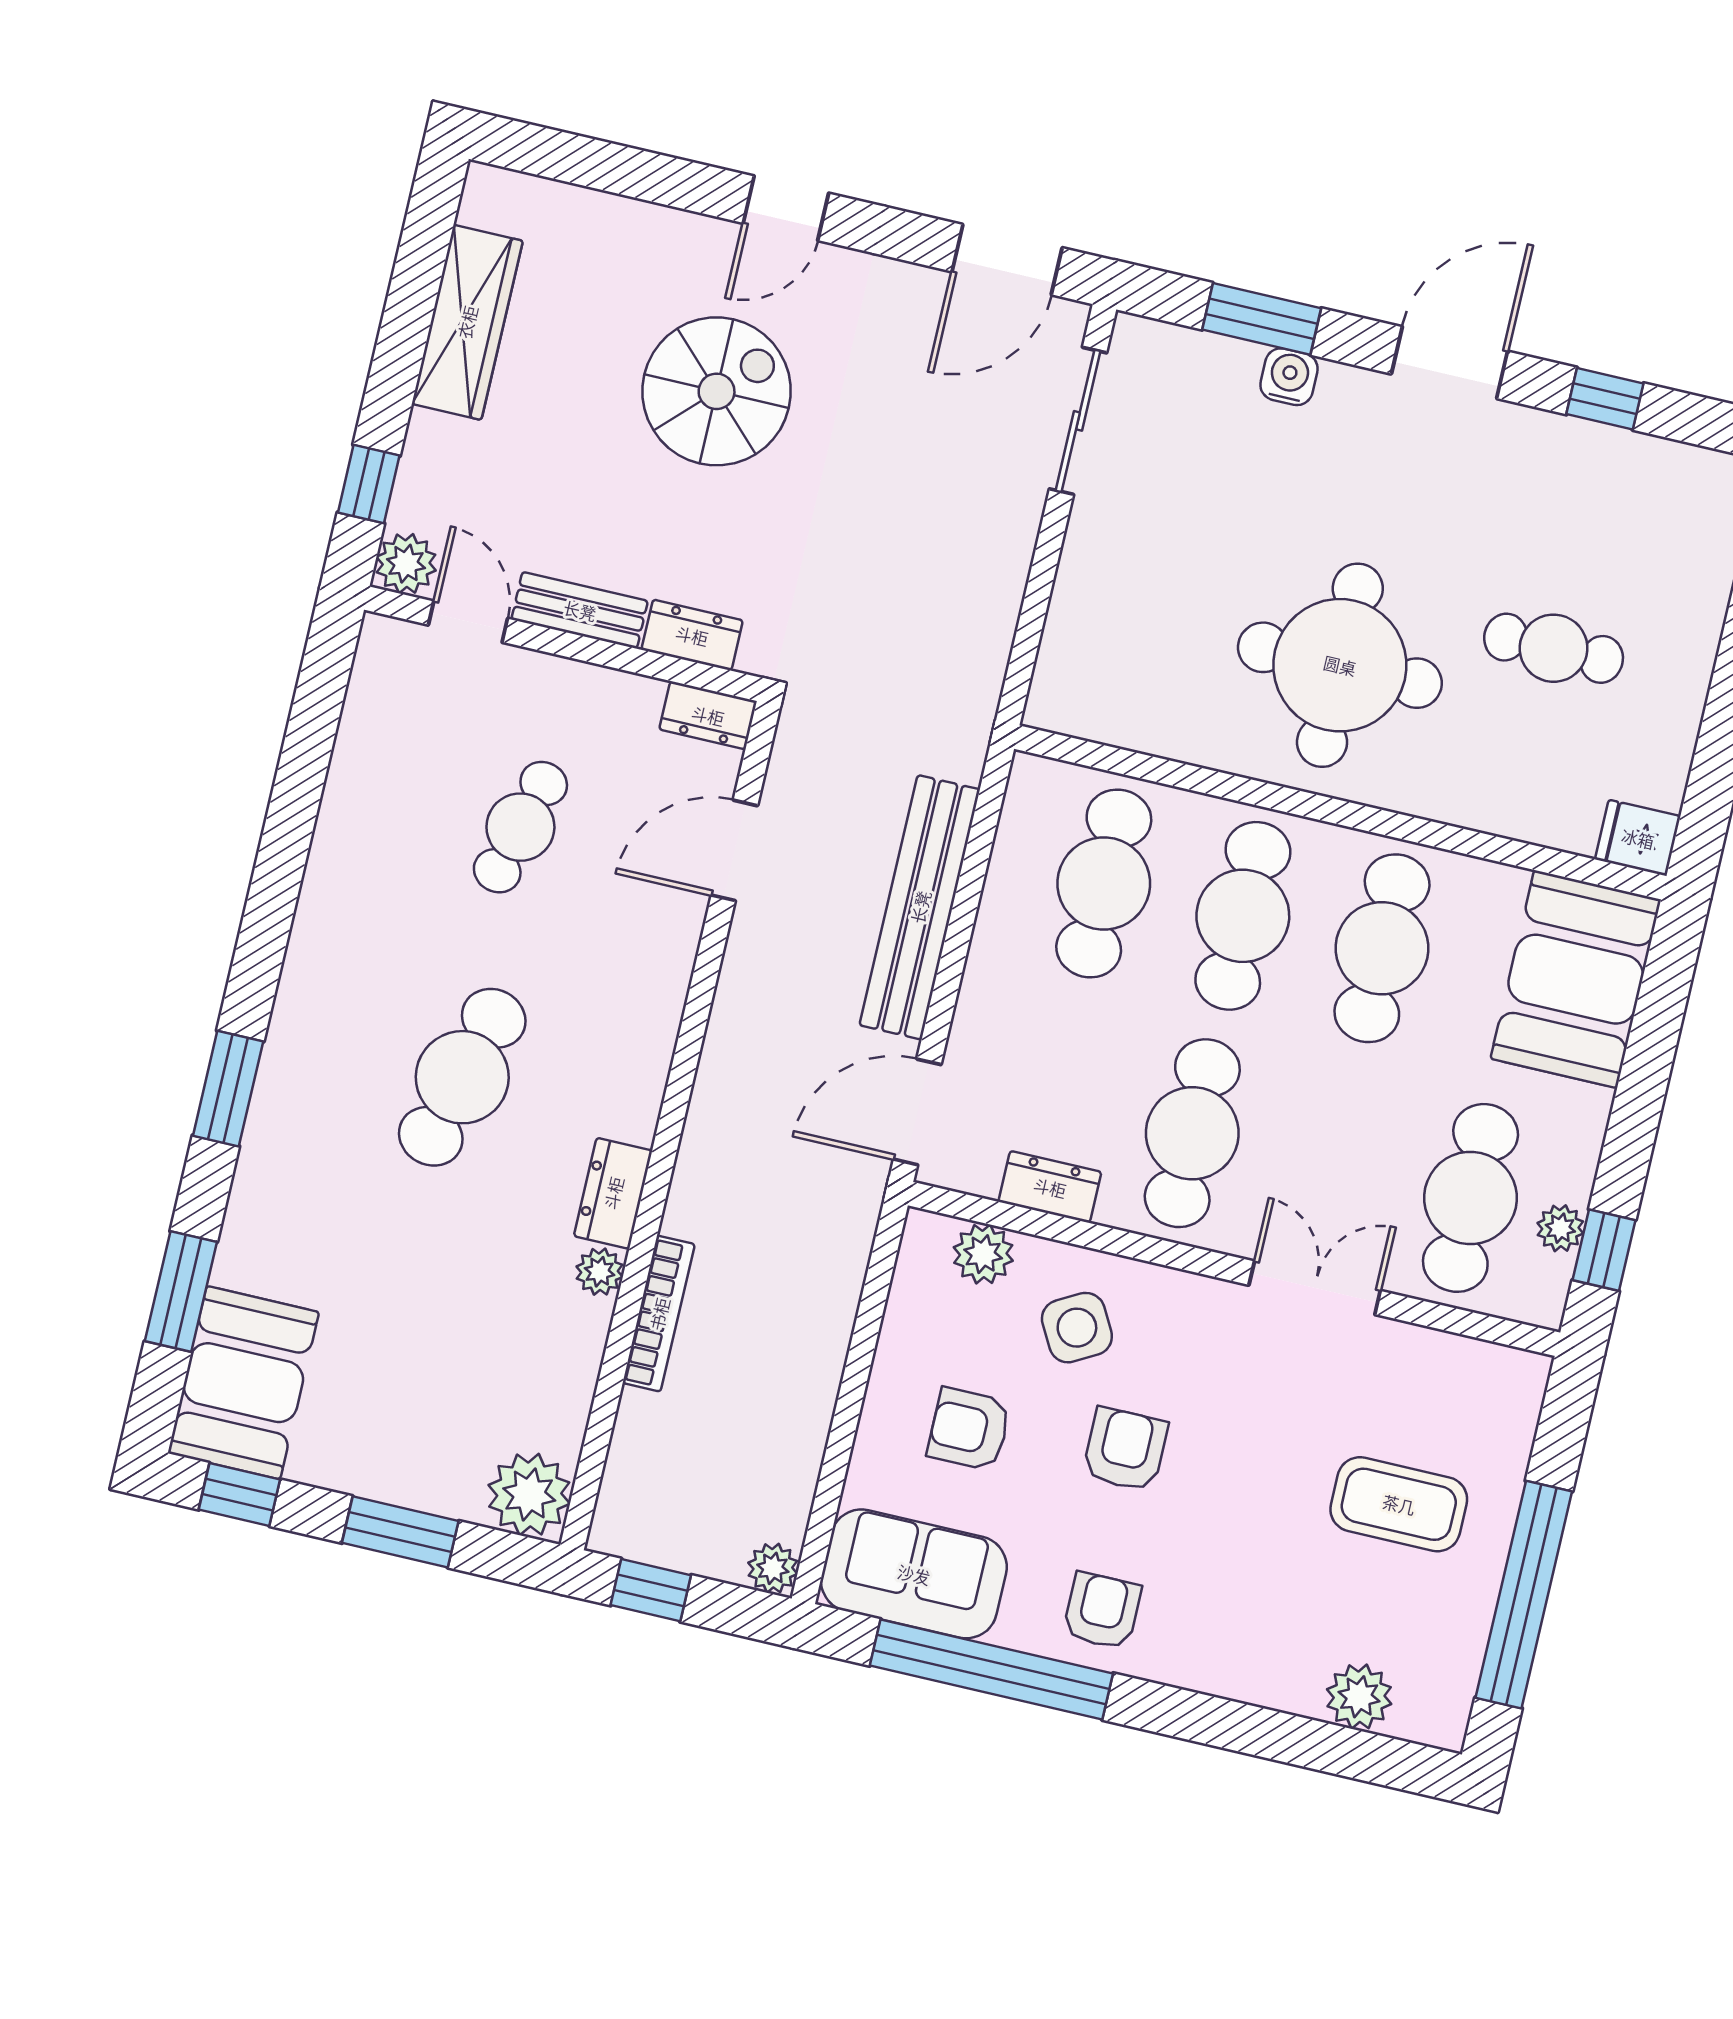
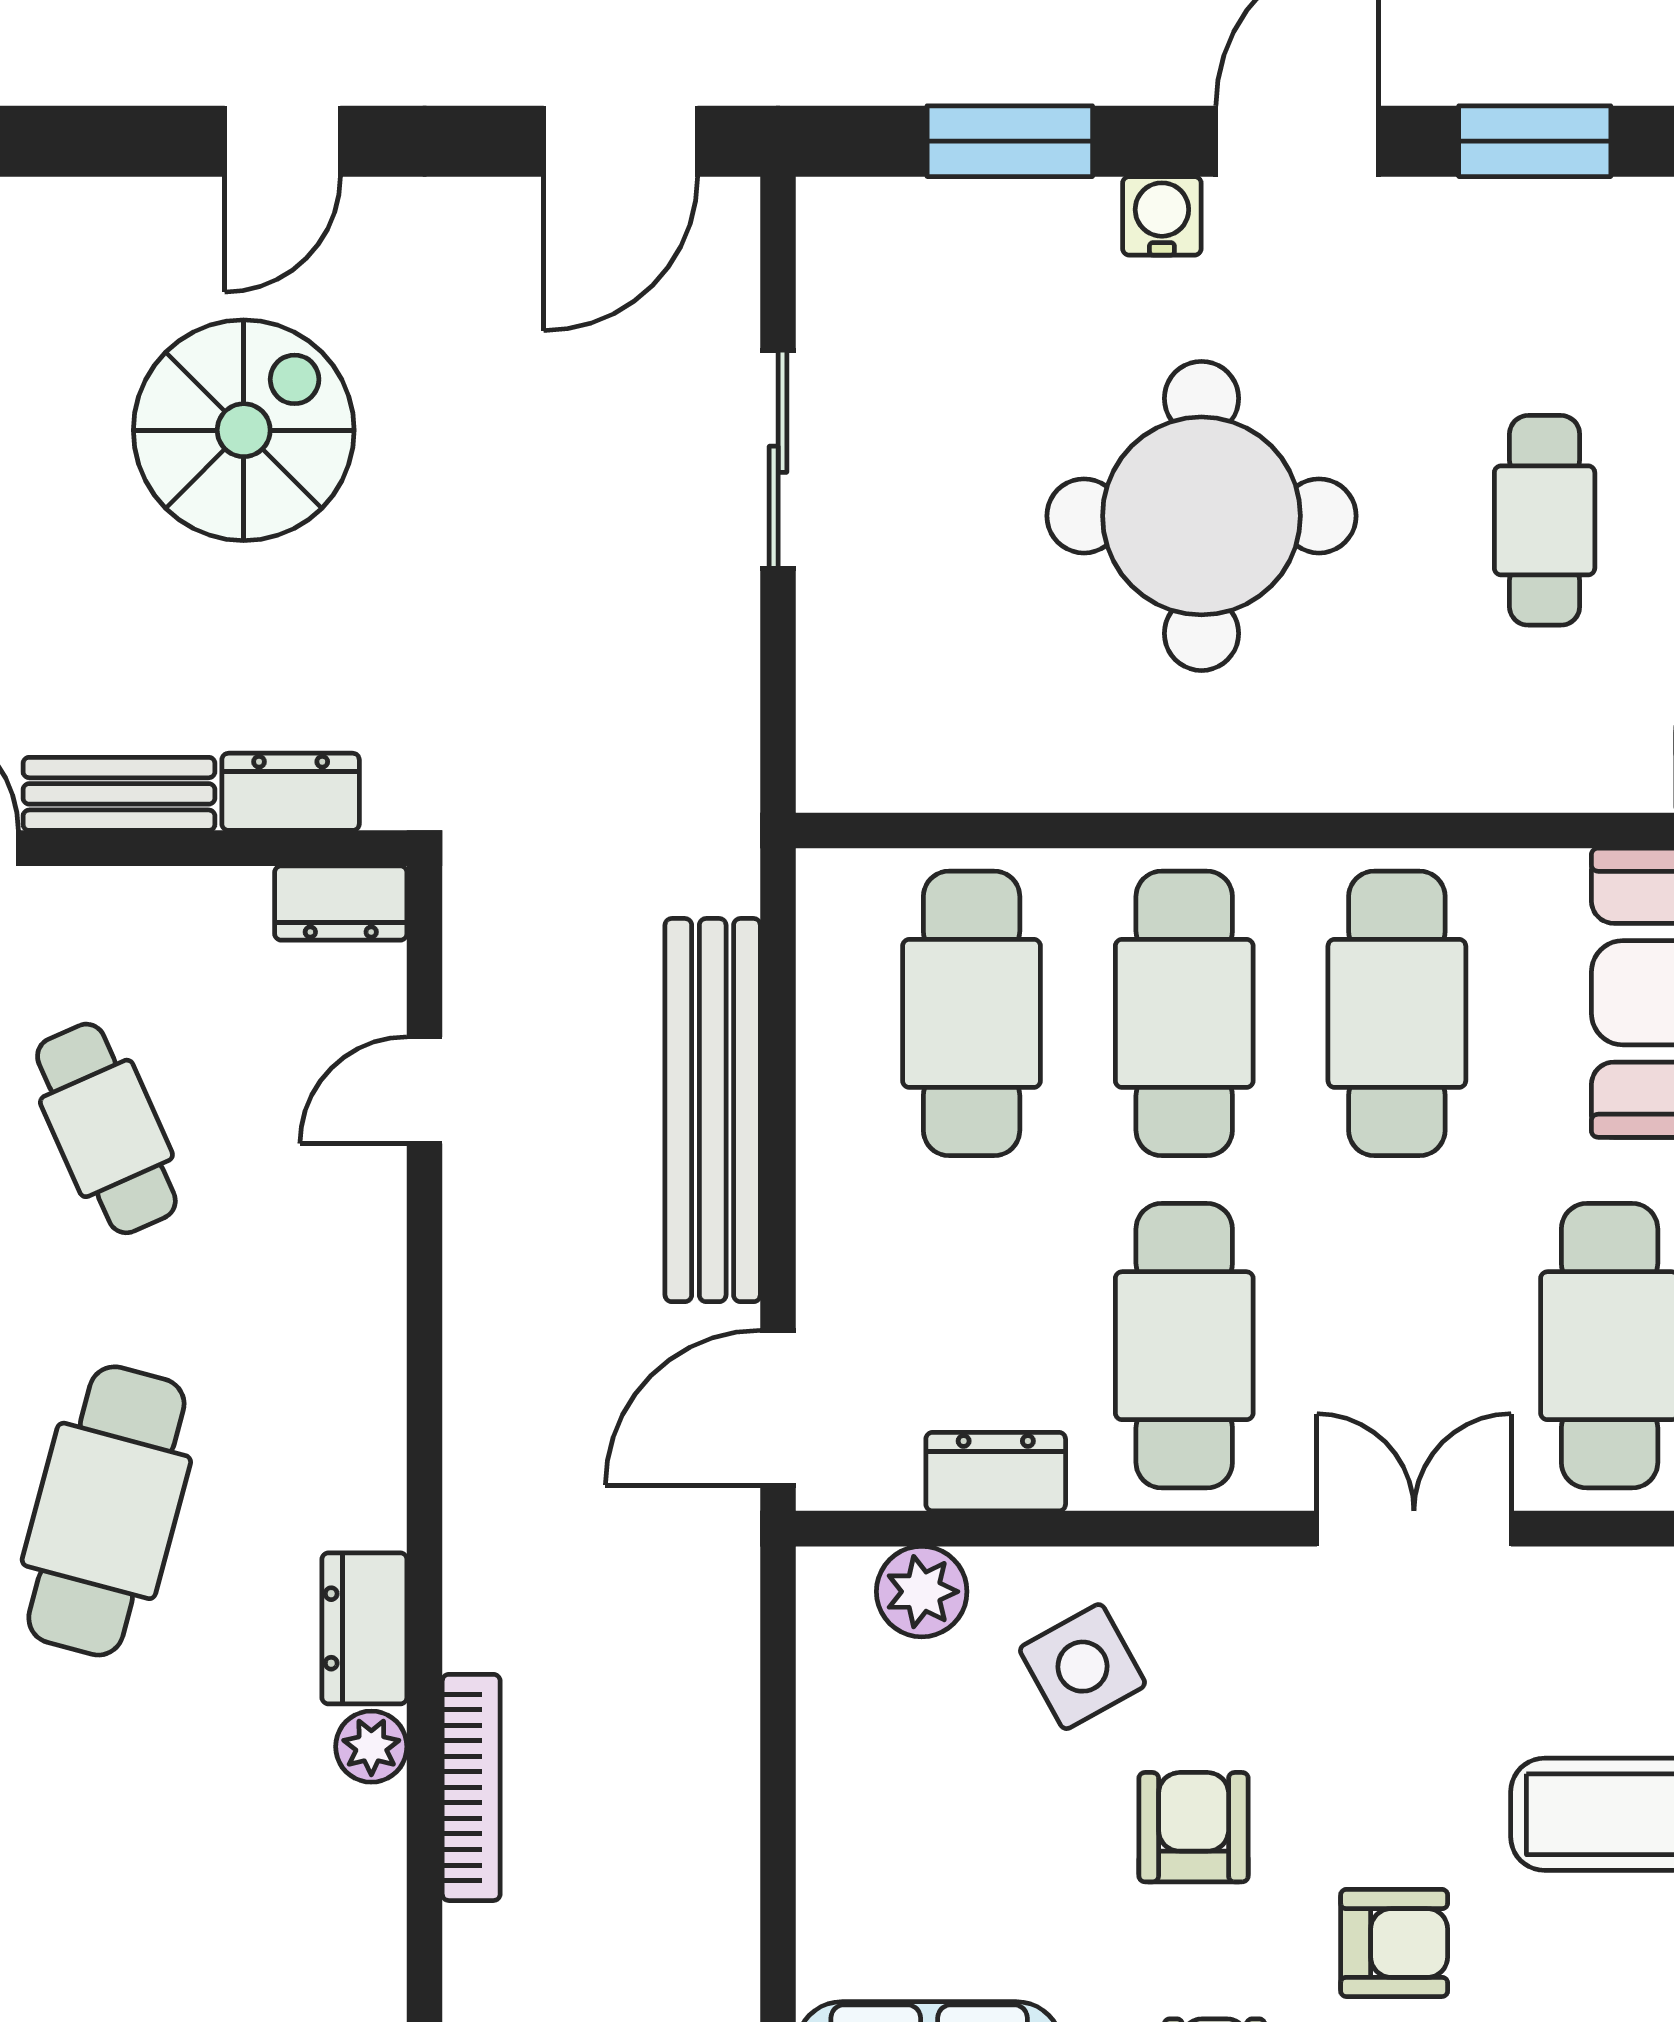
water cooler: (1289, 377) -> (1162, 216), moved
window: (1605, 399) -> (1535, 141), width x1.50
sliding door: (1078, 421) -> (778, 459), moved
cafe table: (1554, 648) -> (1545, 520), turned 90
round table: (1340, 665) -> (1201, 516), moved
cafe table: (520, 827) -> (106, 1128), turned -39
door: (734, 850) -> (425, 1090), width x0.73
armchair: (969, 1429) -> (1394, 1943), moved, turned 180

